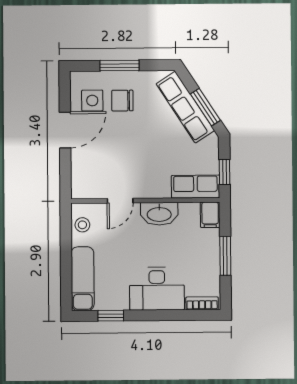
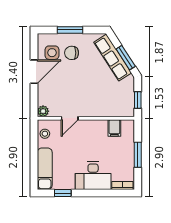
row of seats: (195, 187) -> (119, 109), removed
plant: (79, 190) -> (43, 111), added
washbasin: (159, 214) -> (95, 127), removed
filing cabinet: (210, 215) -> (114, 128), moved

